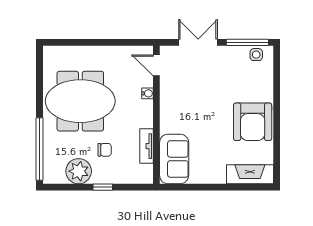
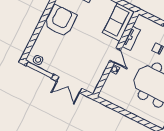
door: (156, 65) -> (115, 55), moved

